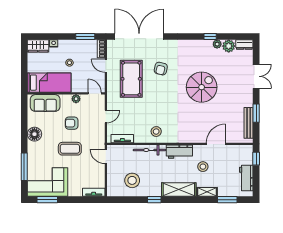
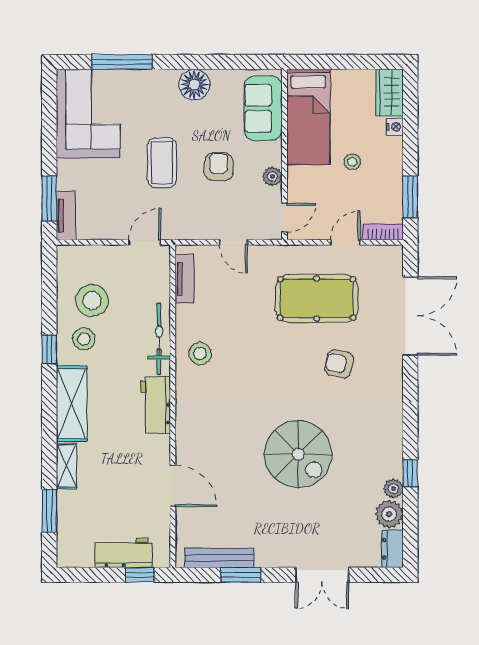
double door: (139, 36) -> (410, 316), width x0.73
stool: (203, 167) -> (84, 339), moved
workbench: (246, 178) -> (124, 553), moved
window: (47, 200) -> (49, 199), moved

